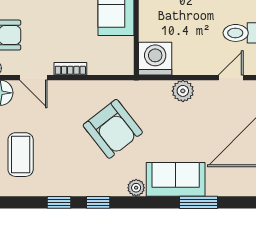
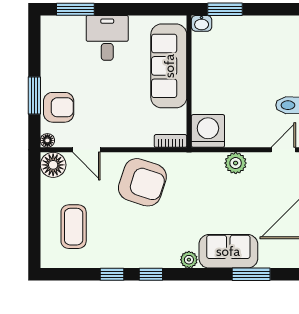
bookcase: (70, 69) -> (170, 141), moved
armchair: (113, 129) -> (142, 182), moved, turned -34

